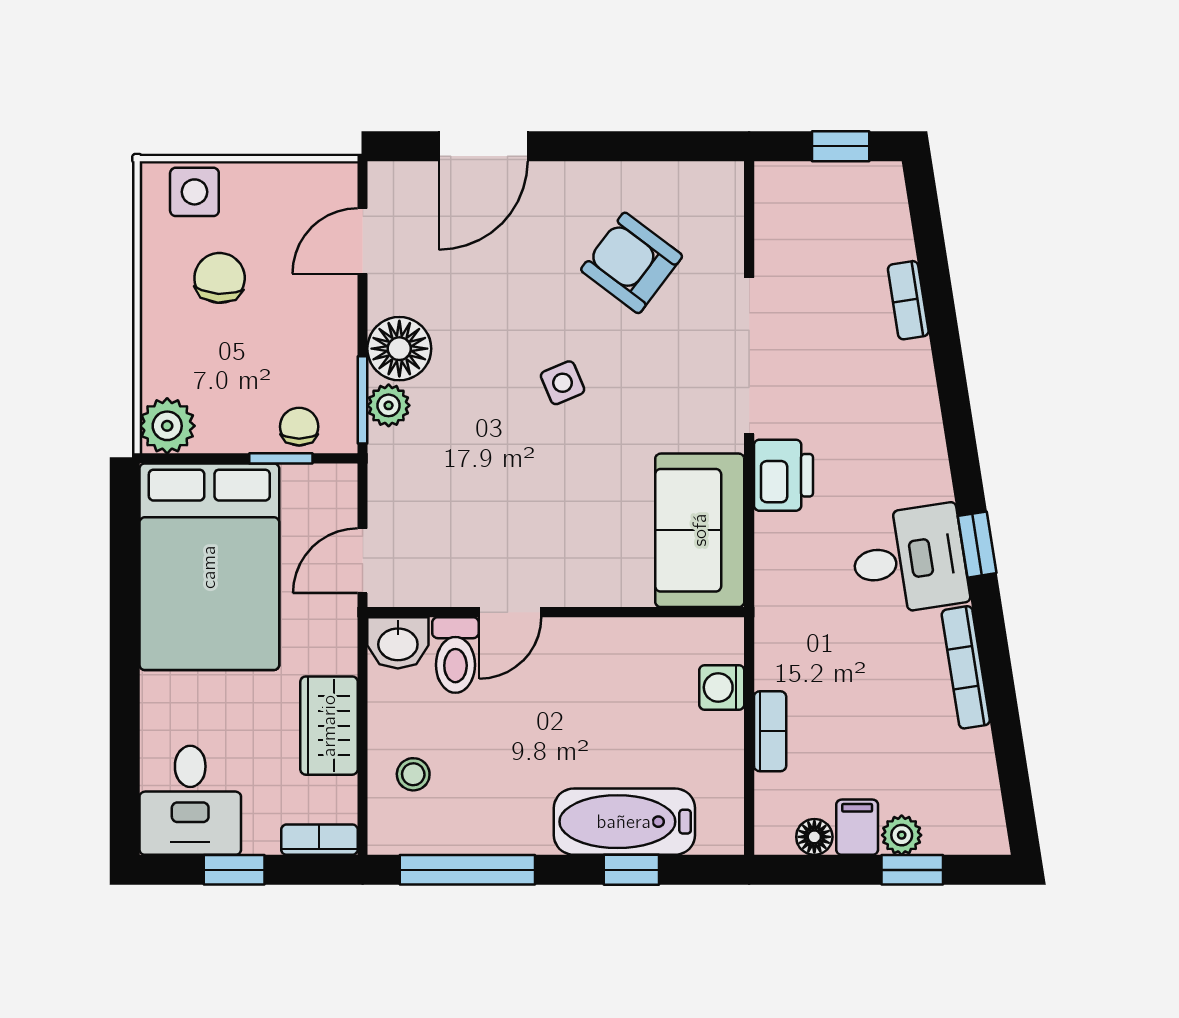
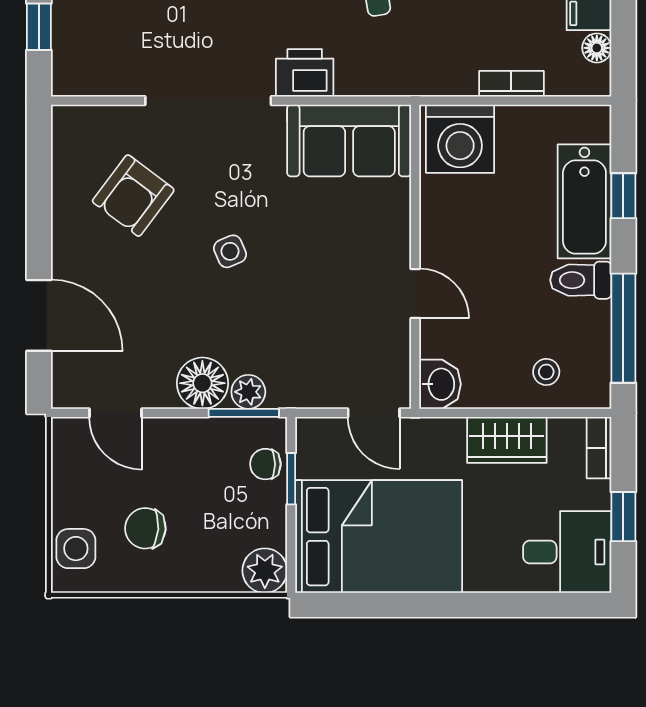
toilet: (455, 655) -> (581, 280), moved, turned 180
washing machine: (722, 687) -> (460, 139), width x1.89, depth x1.89

